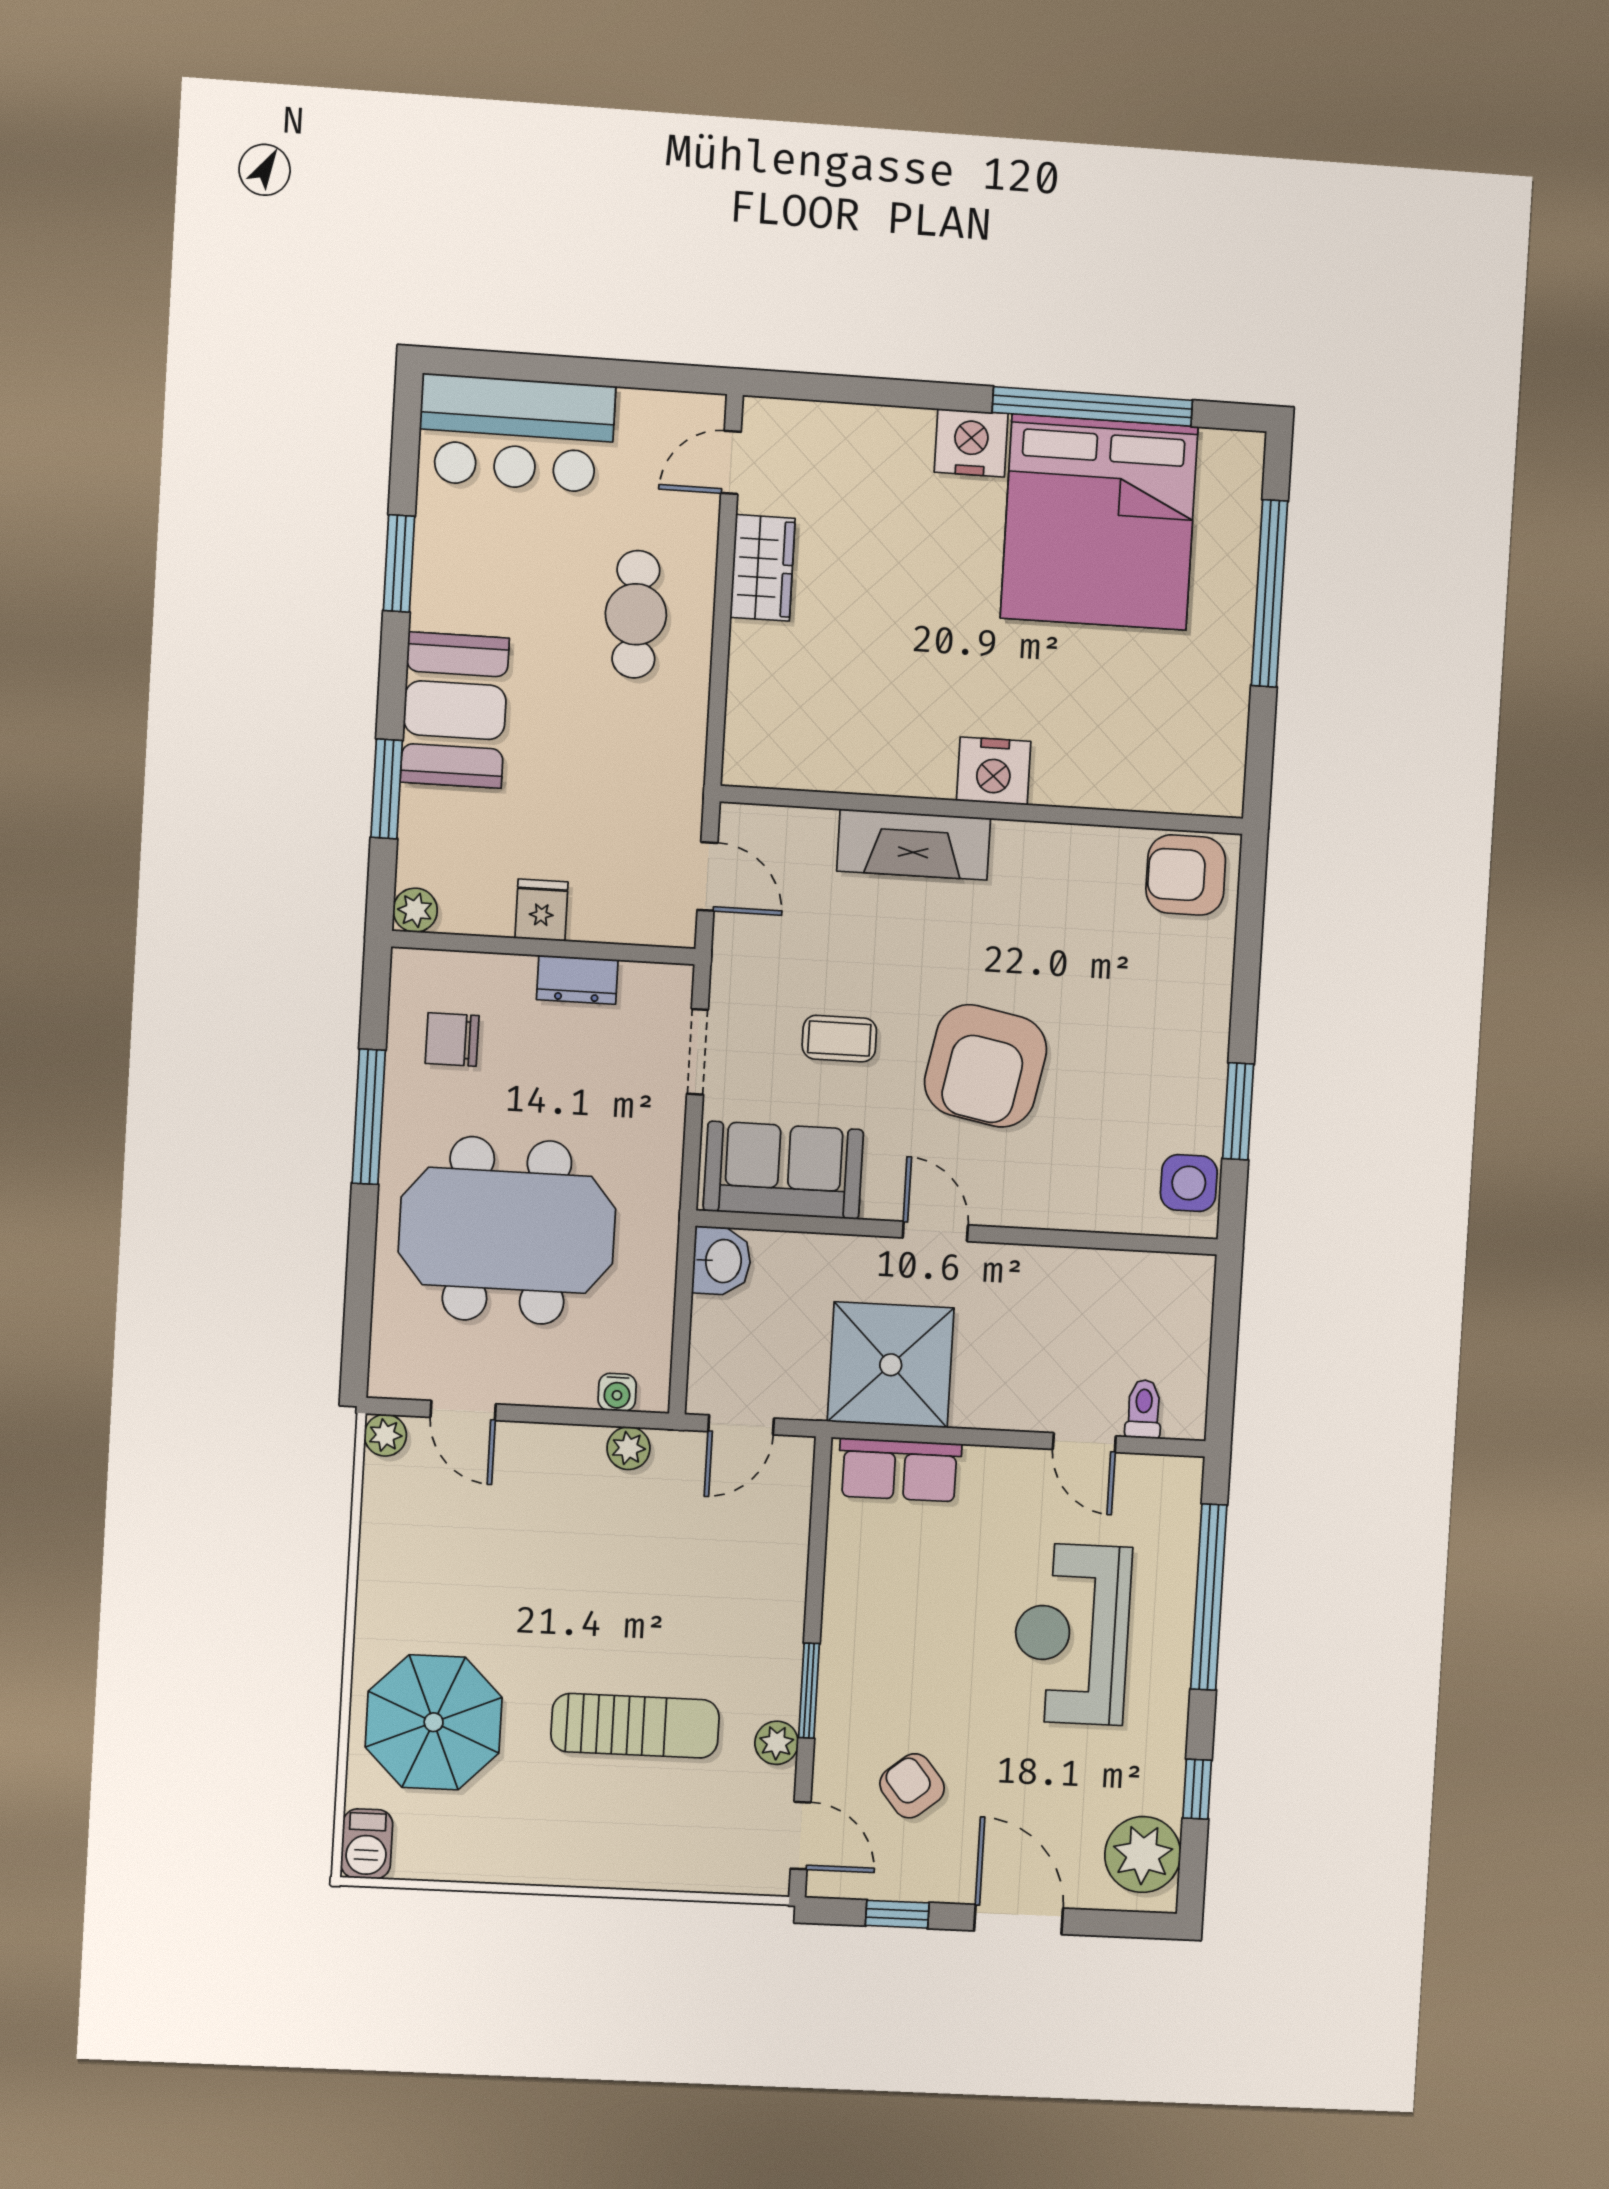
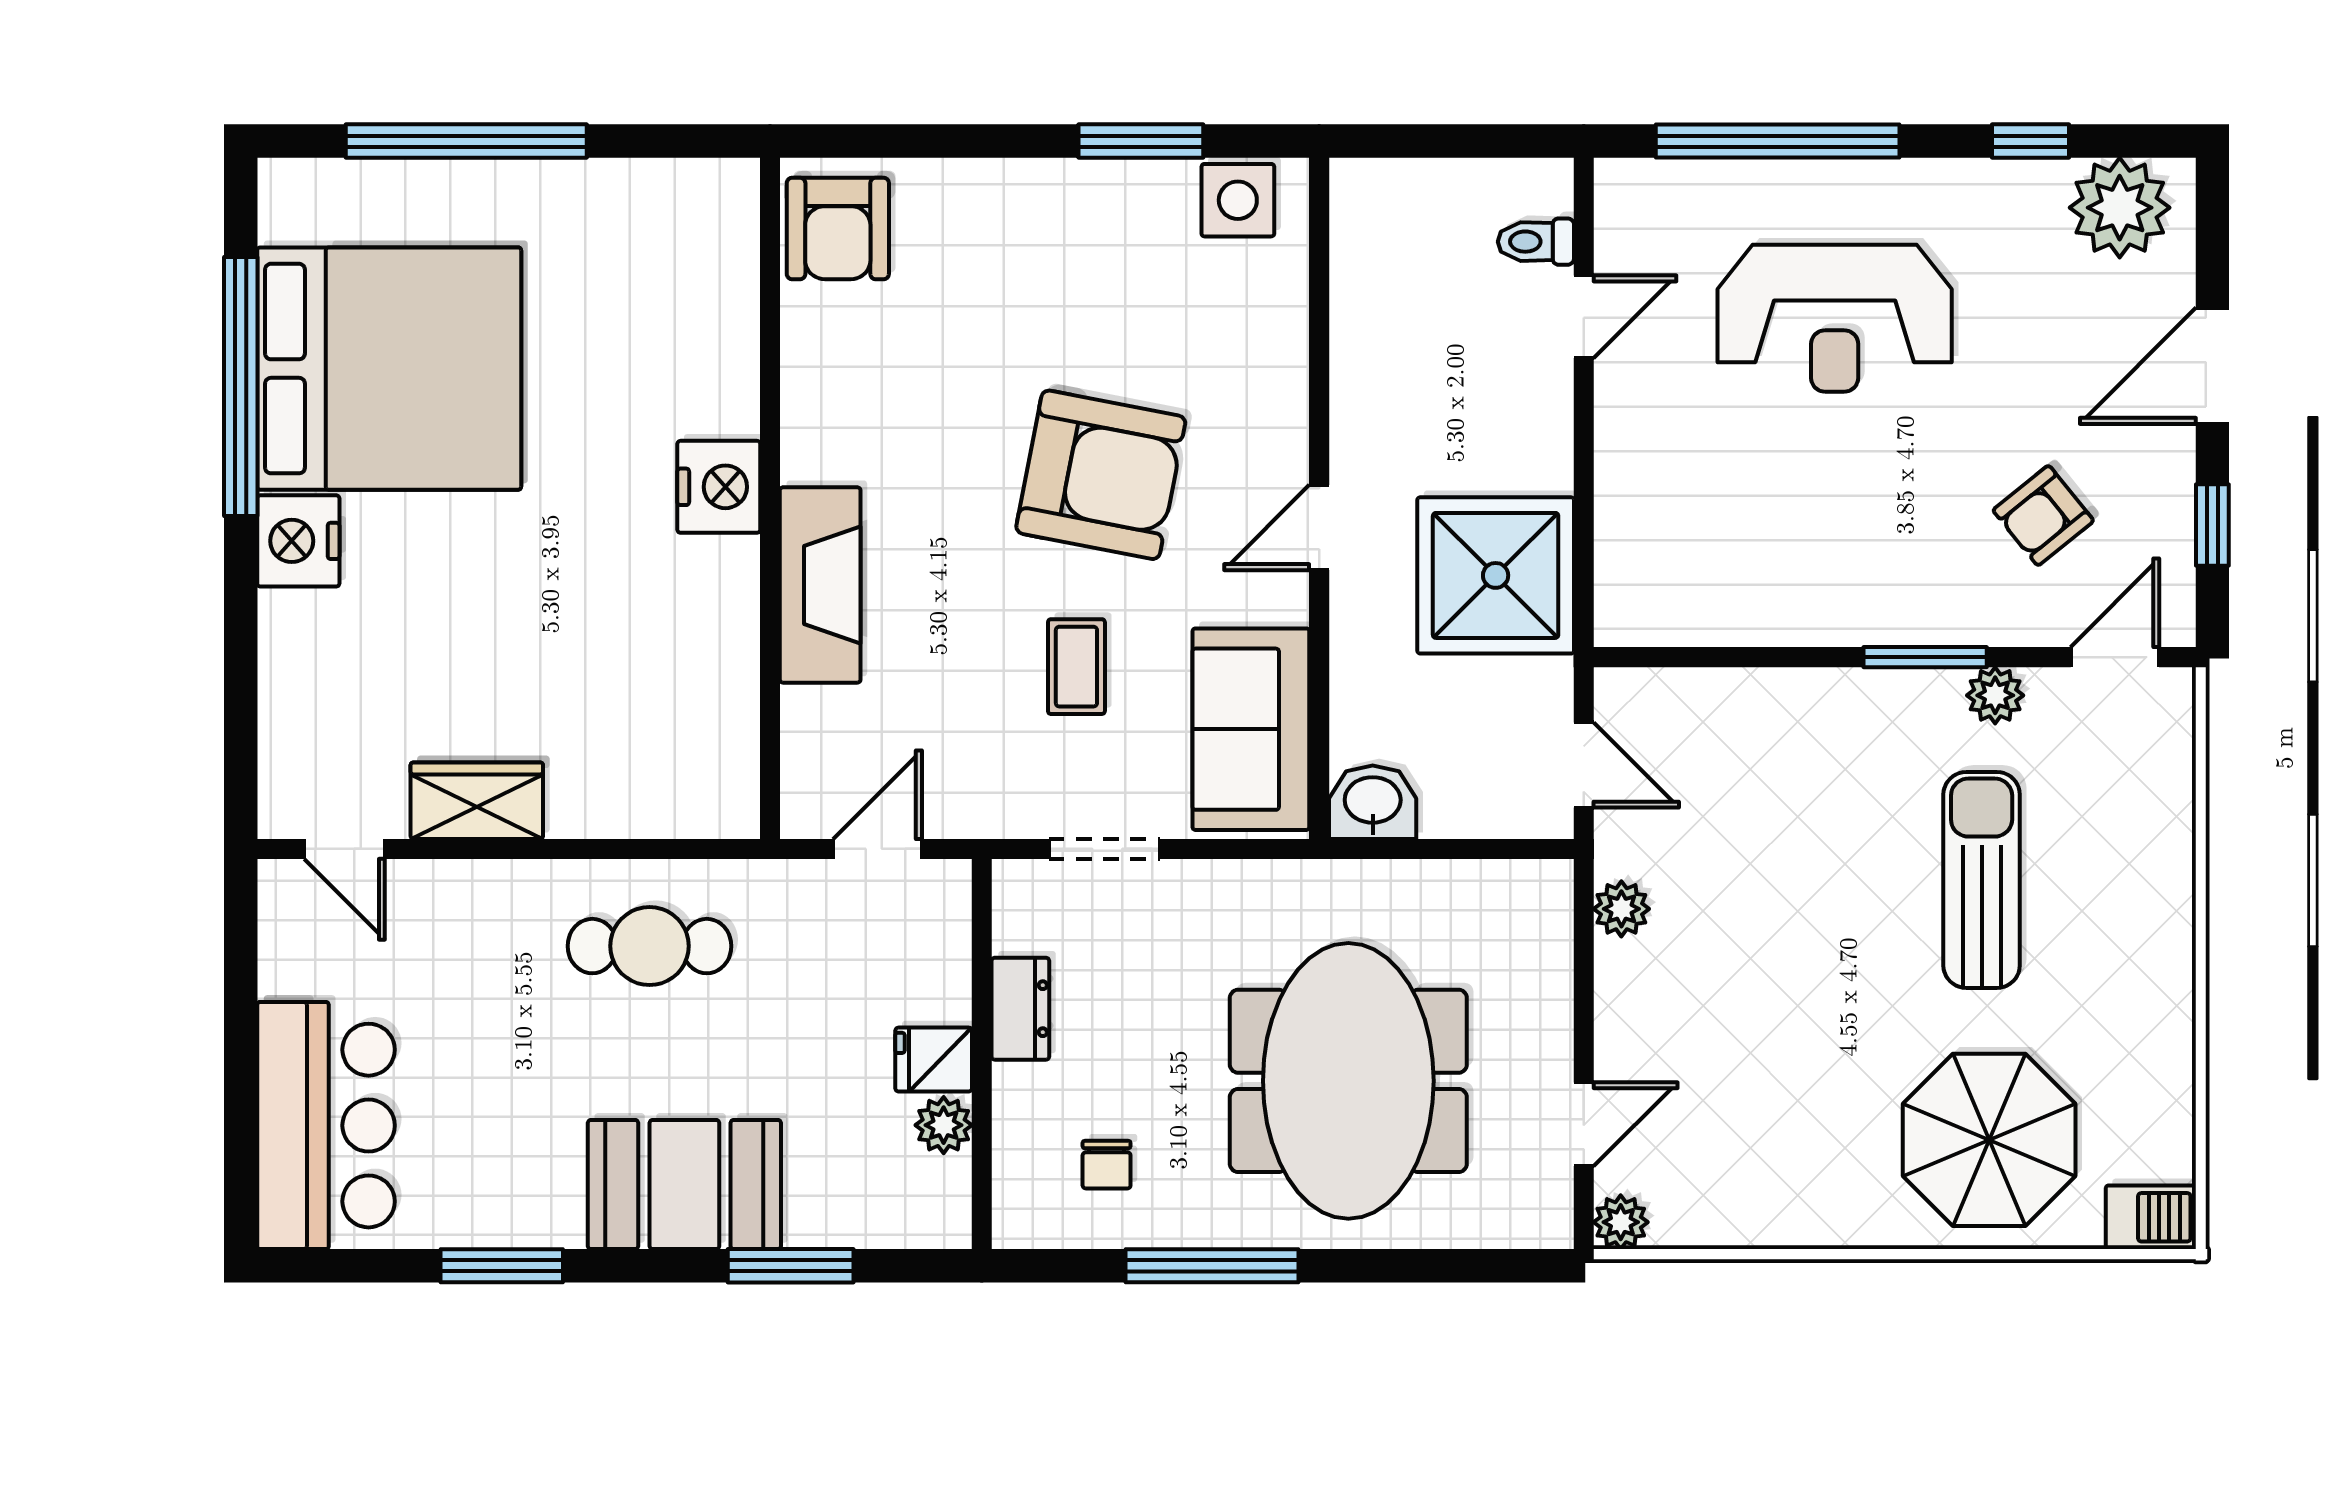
cafe table: (636, 614) -> (650, 946), moved
plant: (415, 910) -> (944, 1125), moved
chair: (452, 1039) -> (1107, 1165), width x0.73, depth x0.73
water cooler: (617, 1392) -> (1550, 928), removed
row of seats: (900, 1470) -> (1632, 556), removed

